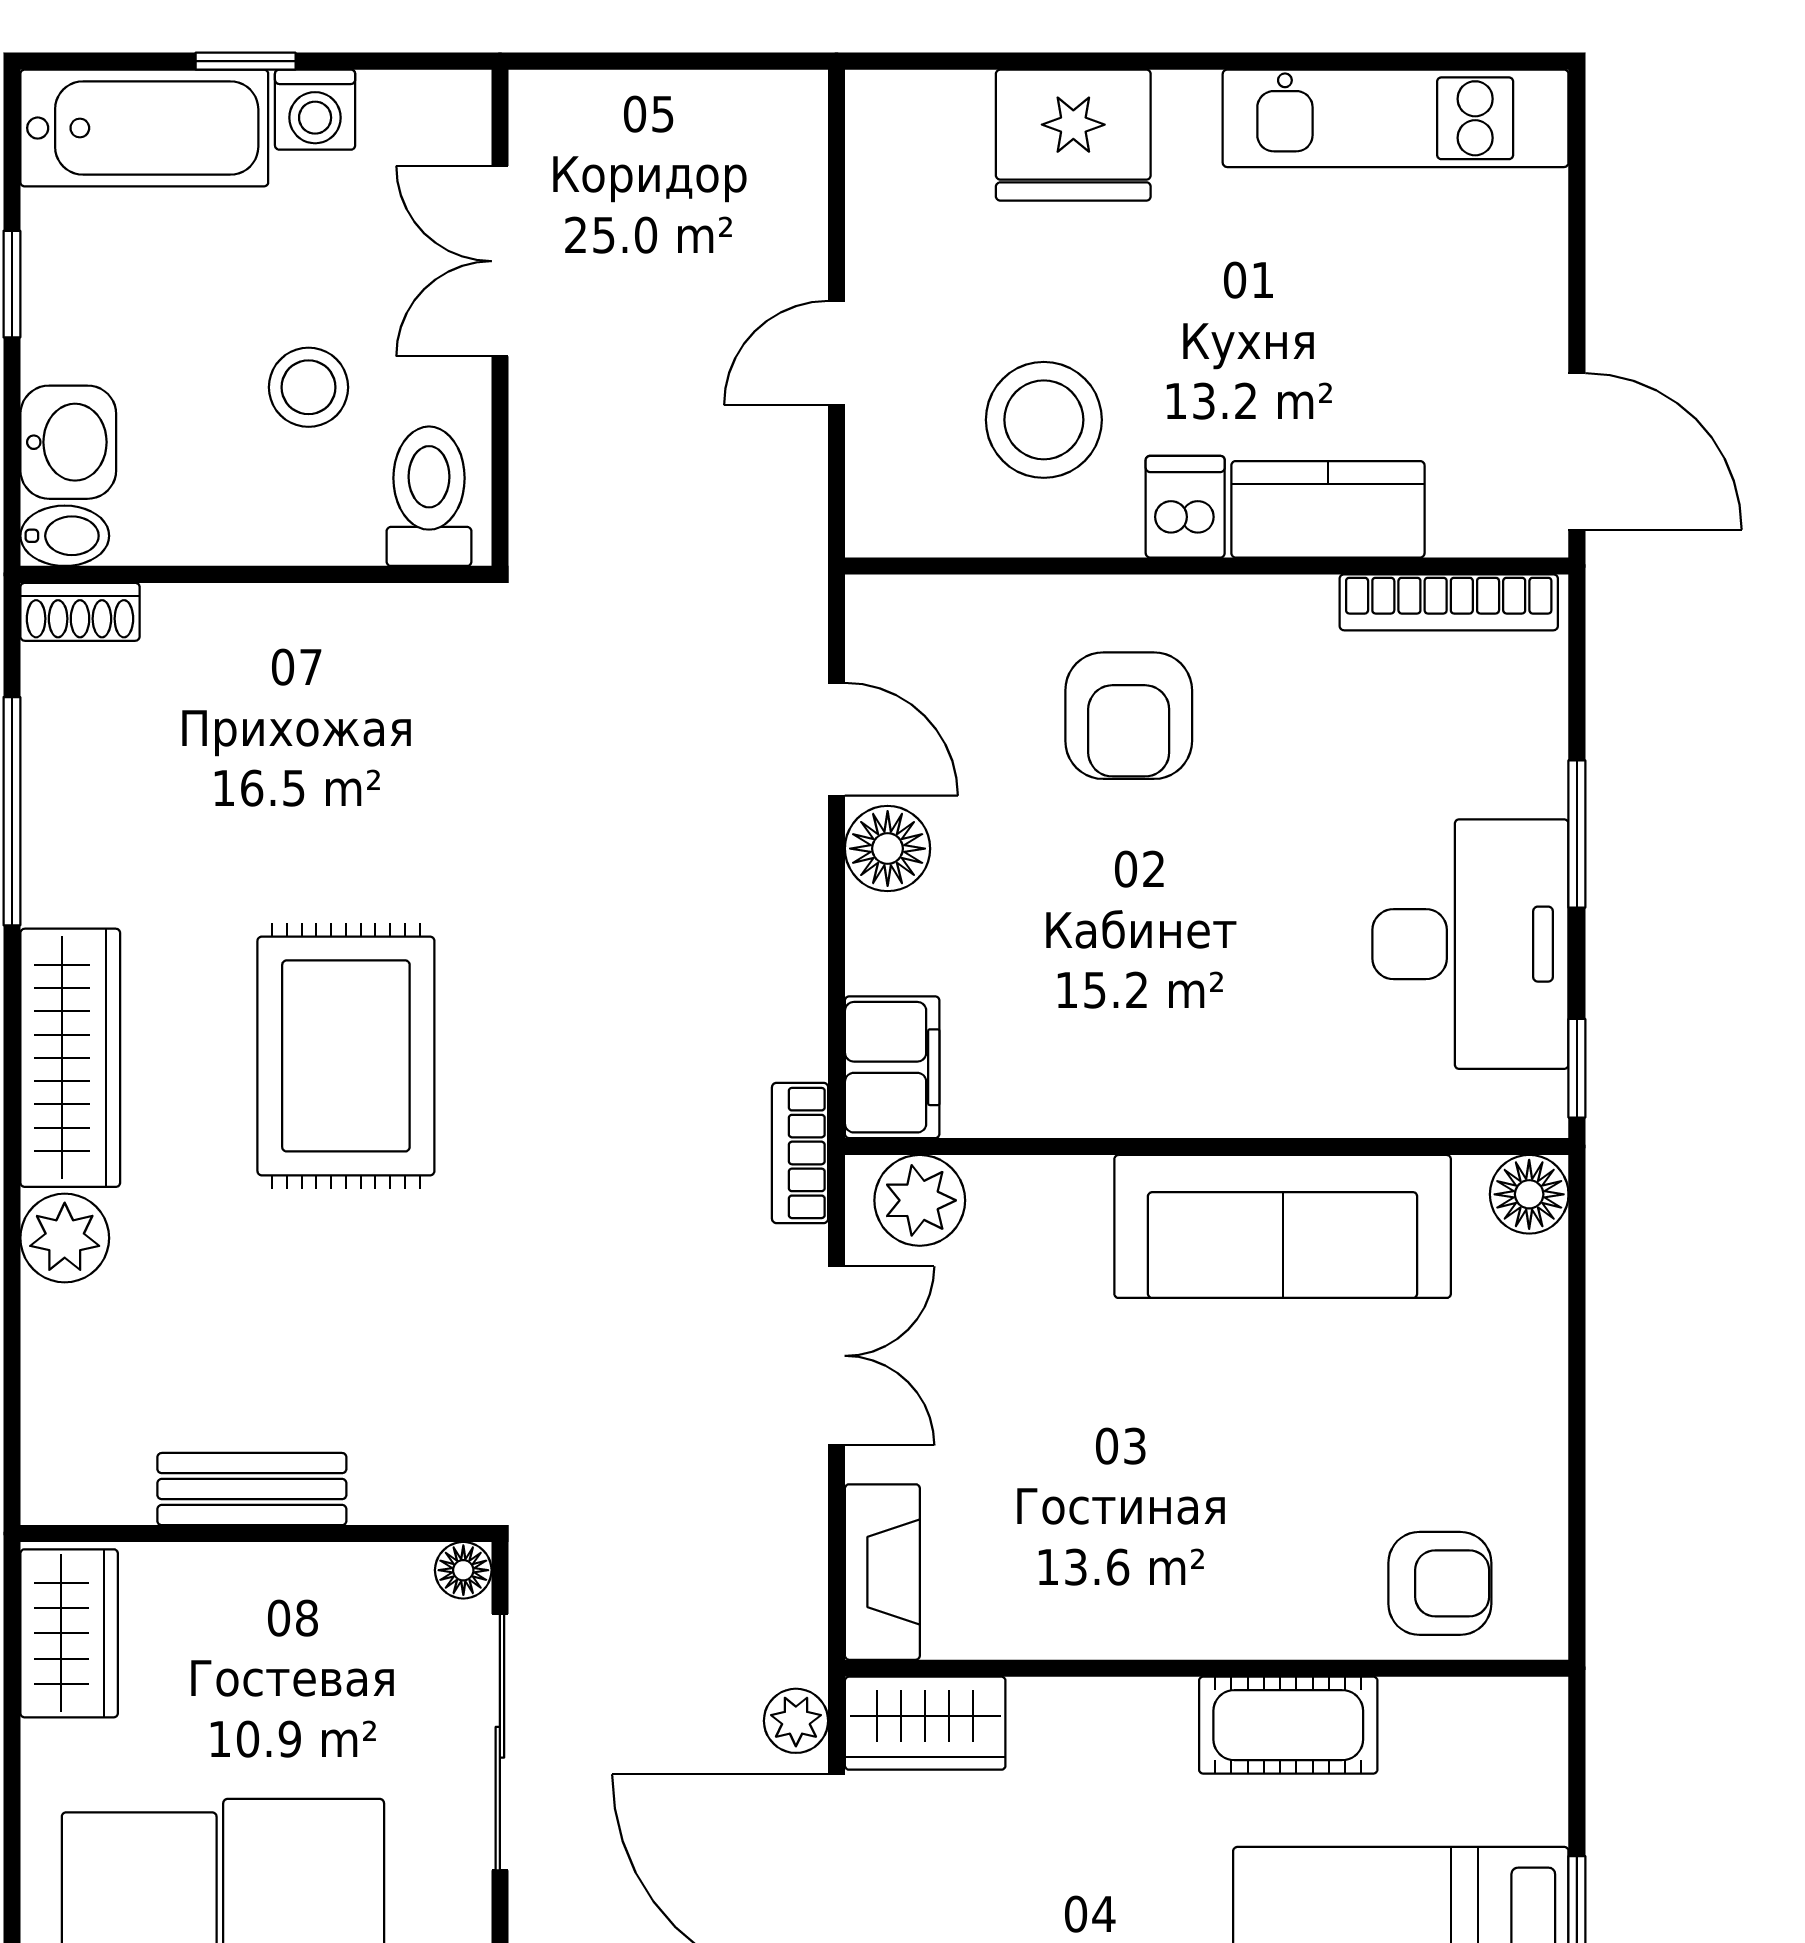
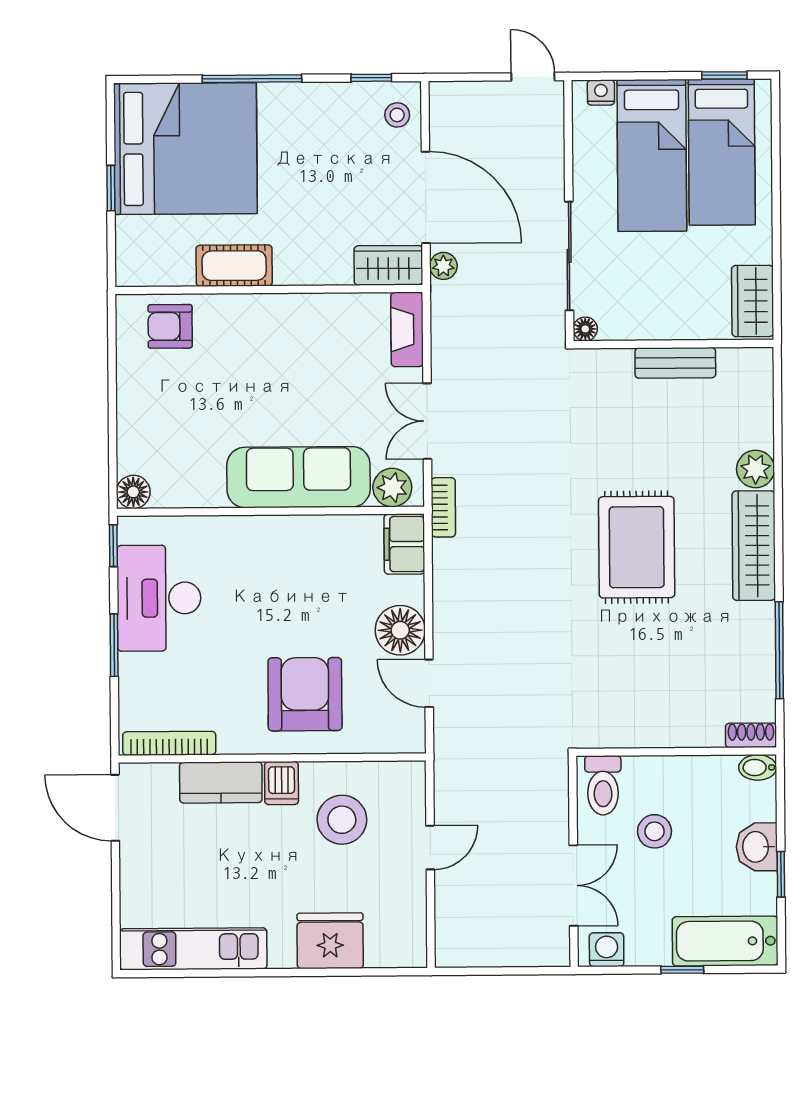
washing machine: (315, 110) -> (607, 950), moved
washbasin: (68, 442) -> (757, 847), moved
armchair: (1129, 716) -> (305, 694), width x1.36, depth x1.36
floor lamp: (888, 849) -> (400, 630), width x1.38, depth x1.38
sofa: (1283, 1226) -> (299, 477), moved

